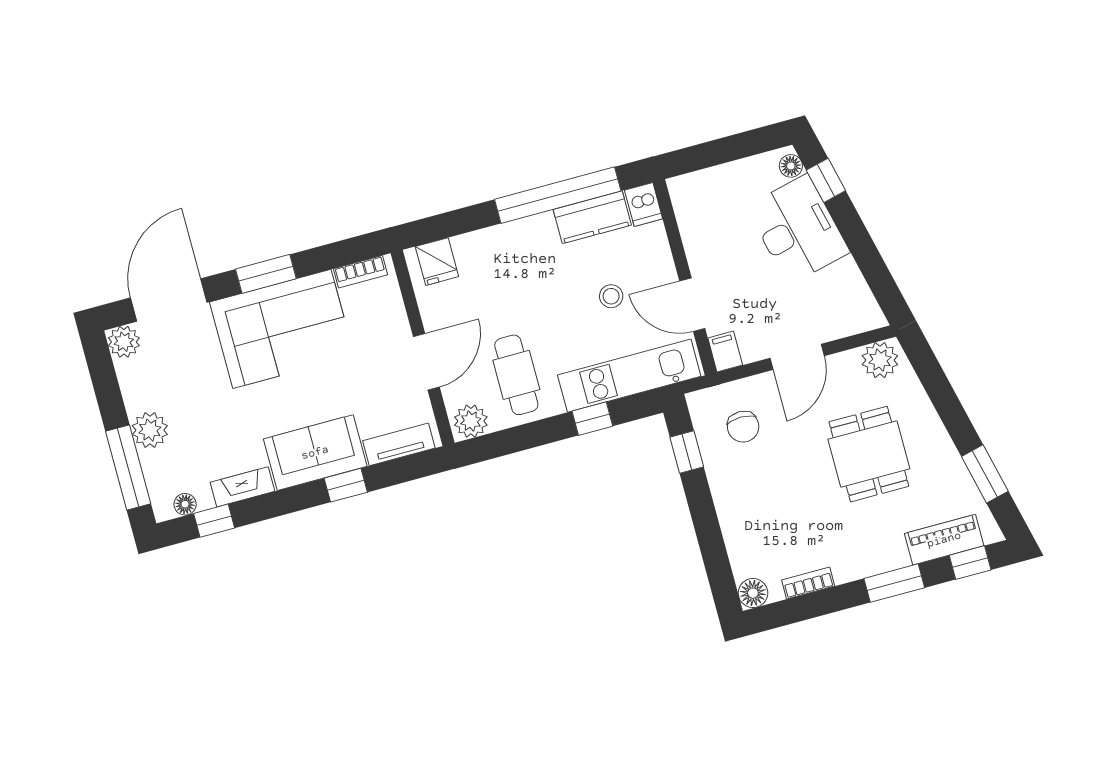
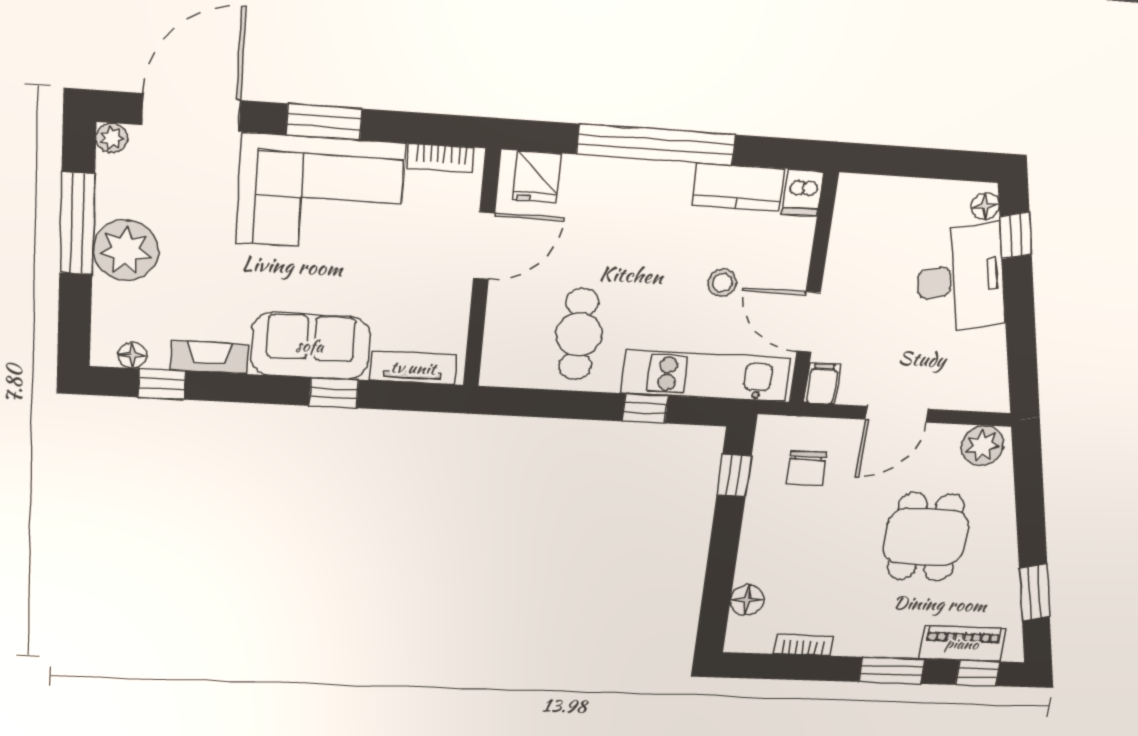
window: (558, 195) -> (656, 145), moved
plant: (124, 342) -> (112, 138), width x0.73, depth x0.73
door: (426, 362) -> (484, 246), moved
plant: (471, 421) -> (506, 368), removed
plant: (150, 430) -> (126, 250), width x1.36, depth x1.36
window: (128, 467) -> (77, 224), moved
floor lamp: (753, 593) -> (747, 600), moved

